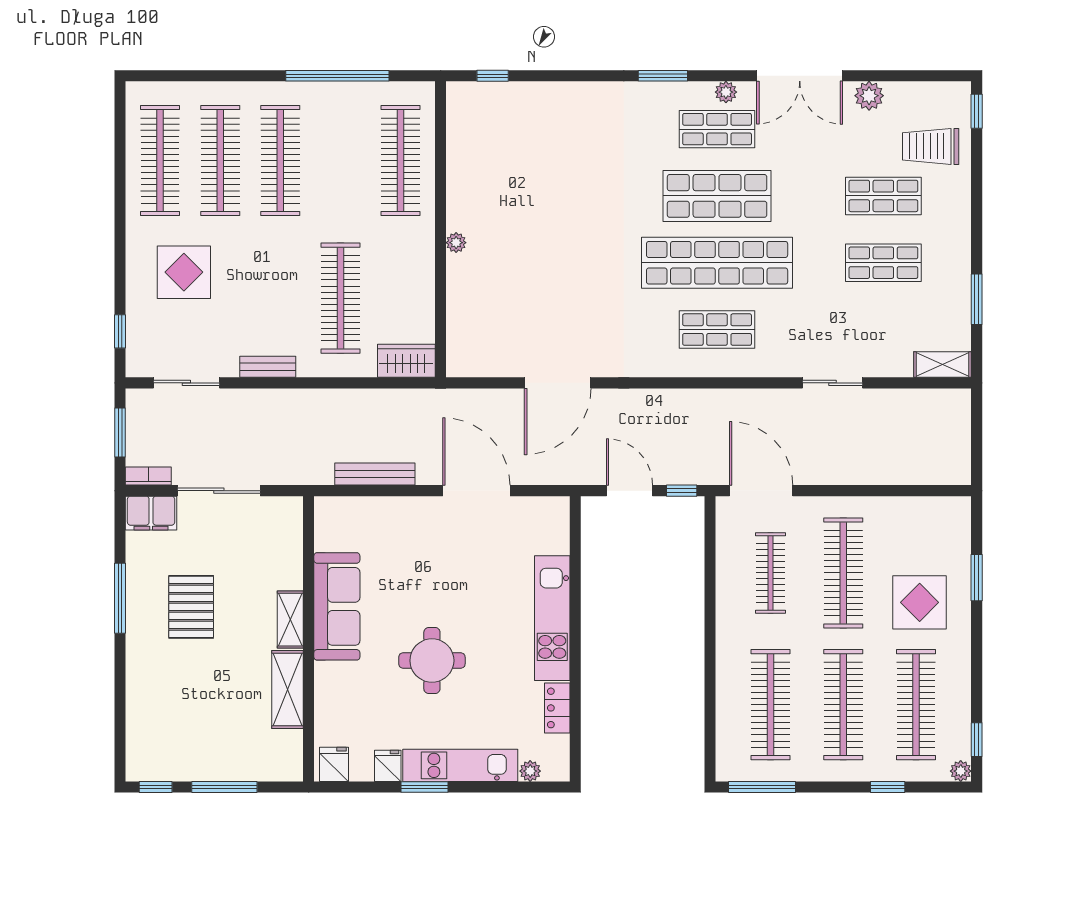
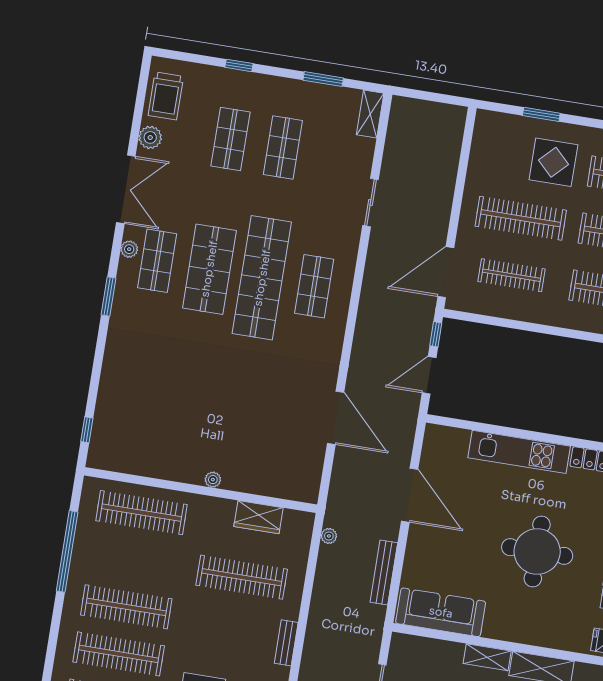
window: (977, 111) -> (239, 65), moved
trolley: (931, 146) -> (166, 96), moved
wardrobe: (406, 361) -> (258, 517), moved, turned -90
plant: (409, 398) -> (329, 536), added
door: (476, 491) -> (410, 495), swing flipped
sofa: (337, 606) -> (441, 612), moved
round table: (432, 661) -> (537, 552), width x1.36, depth x1.36

